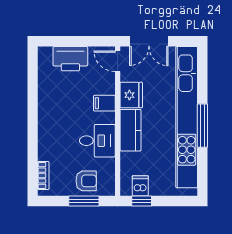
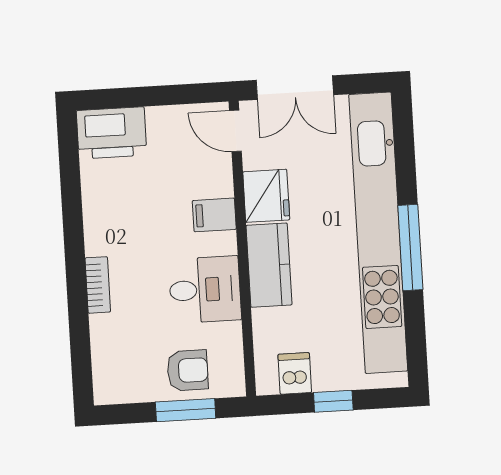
printer: (70, 59) -> (111, 133), moved
bookcase: (43, 175) -> (98, 285), moved
window: (142, 201) -> (333, 401), moved

